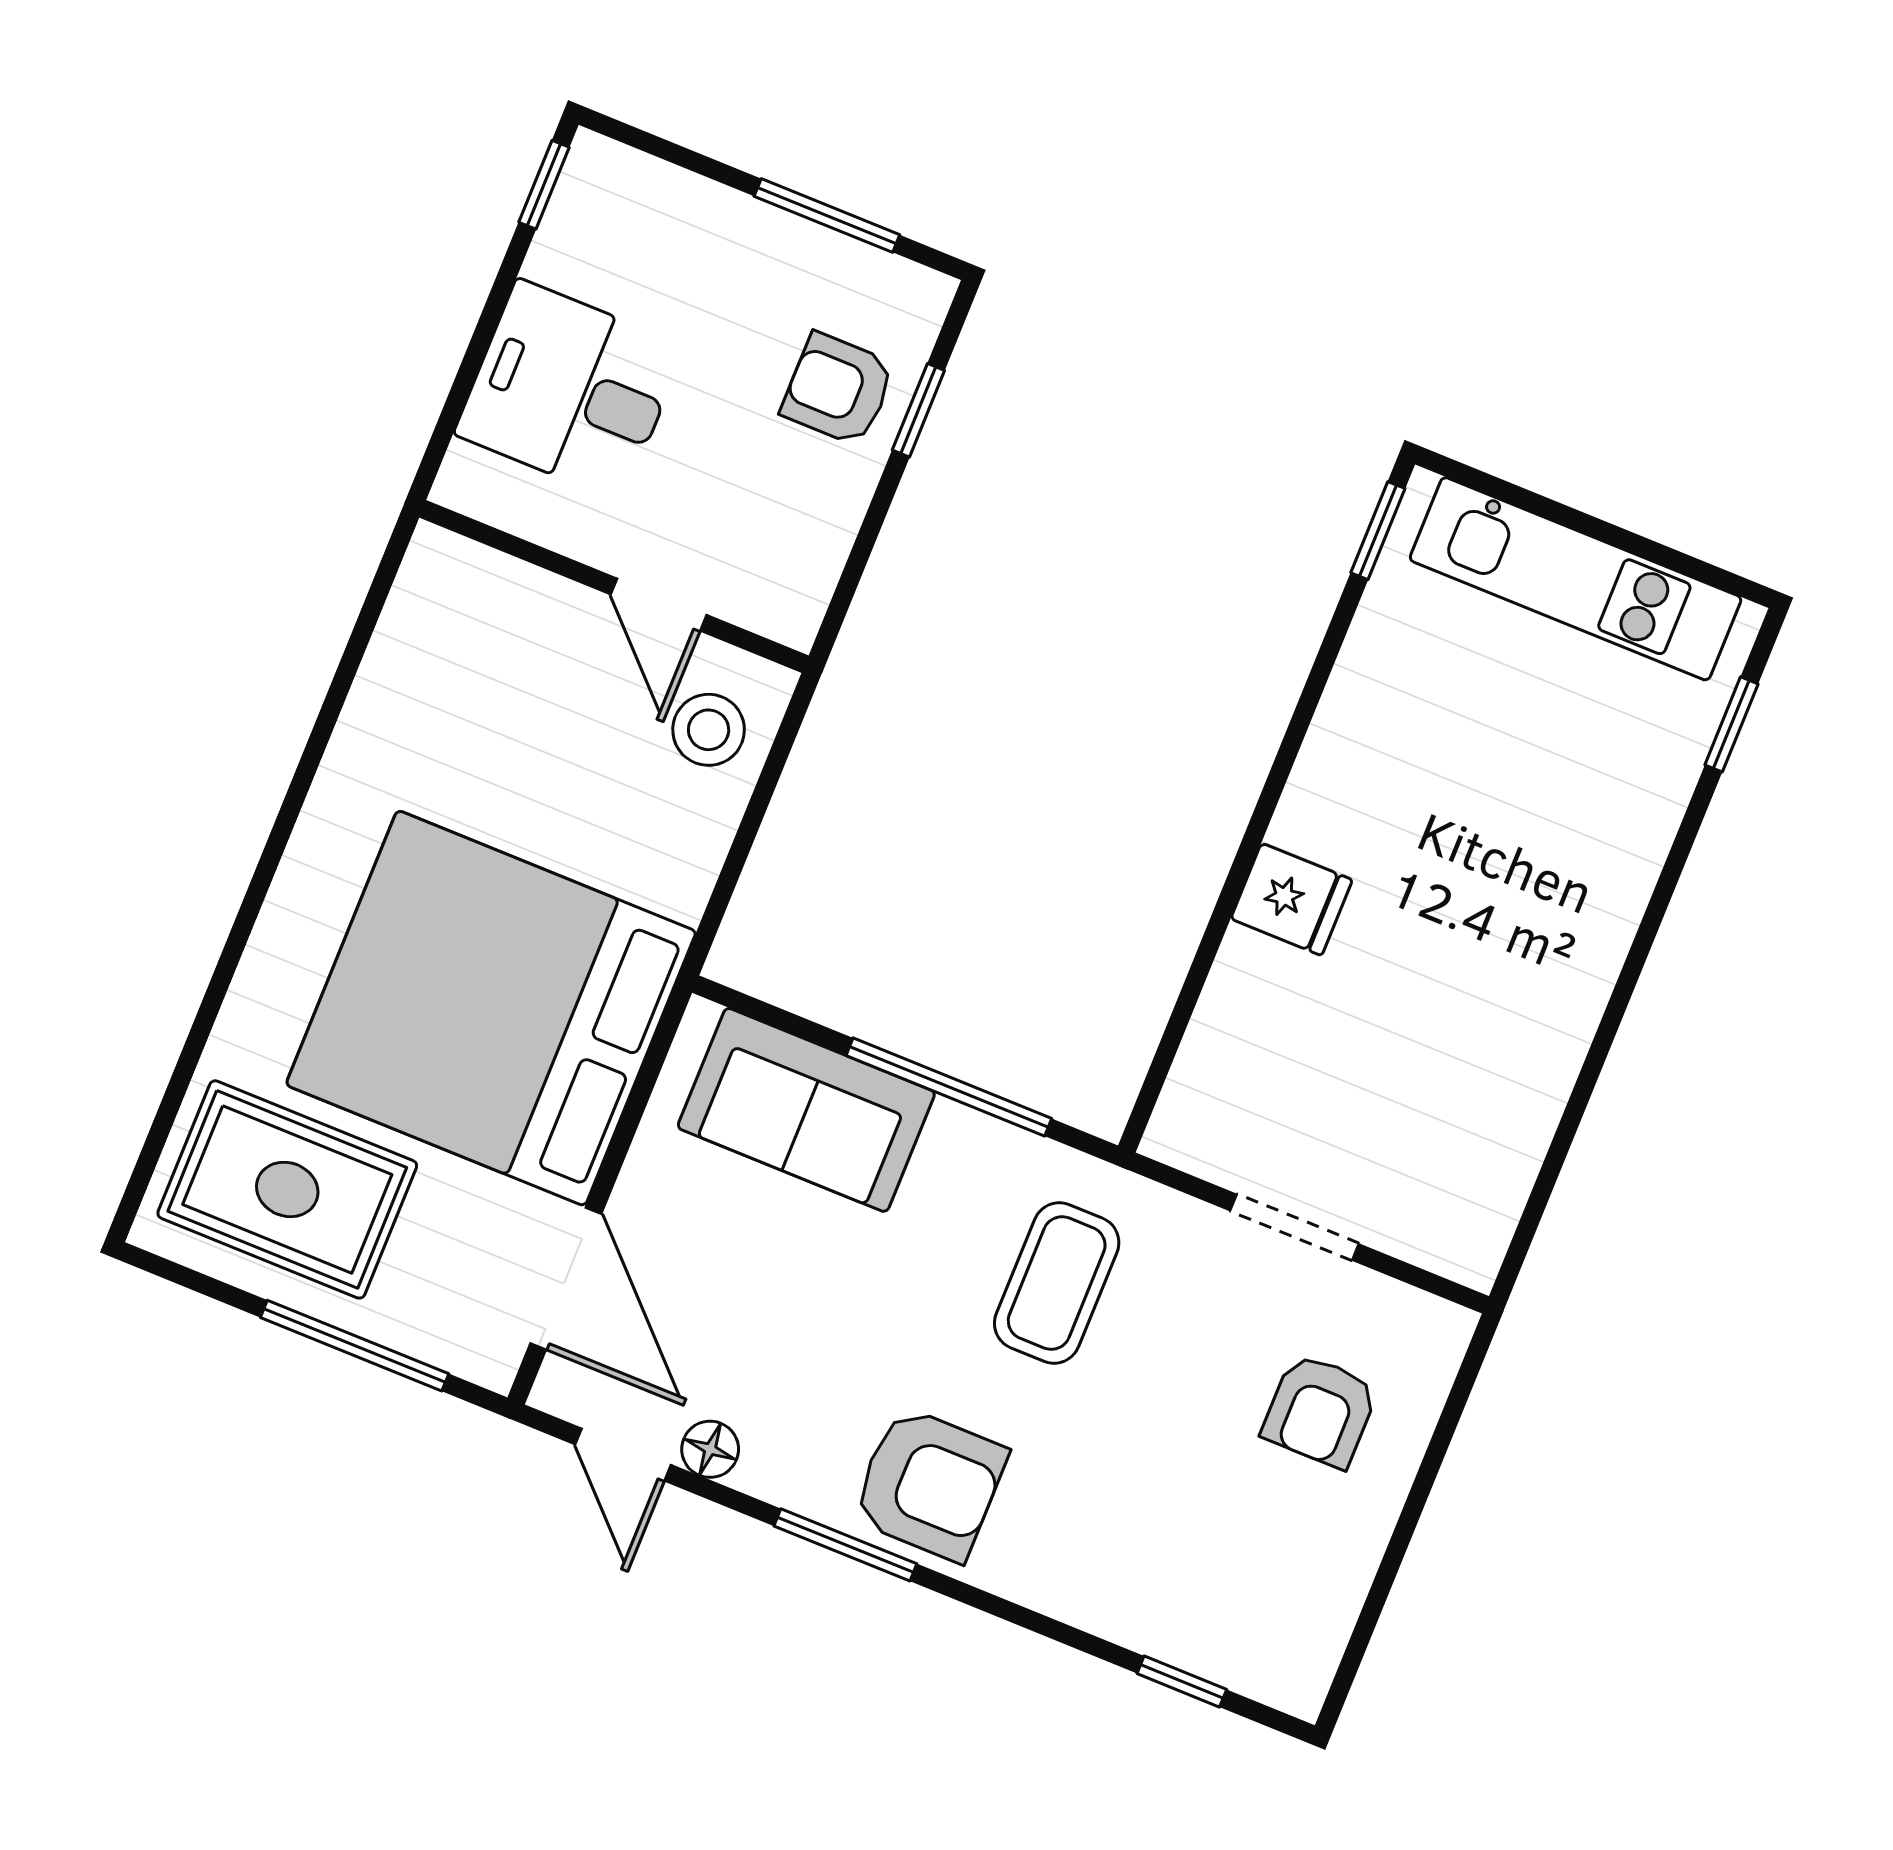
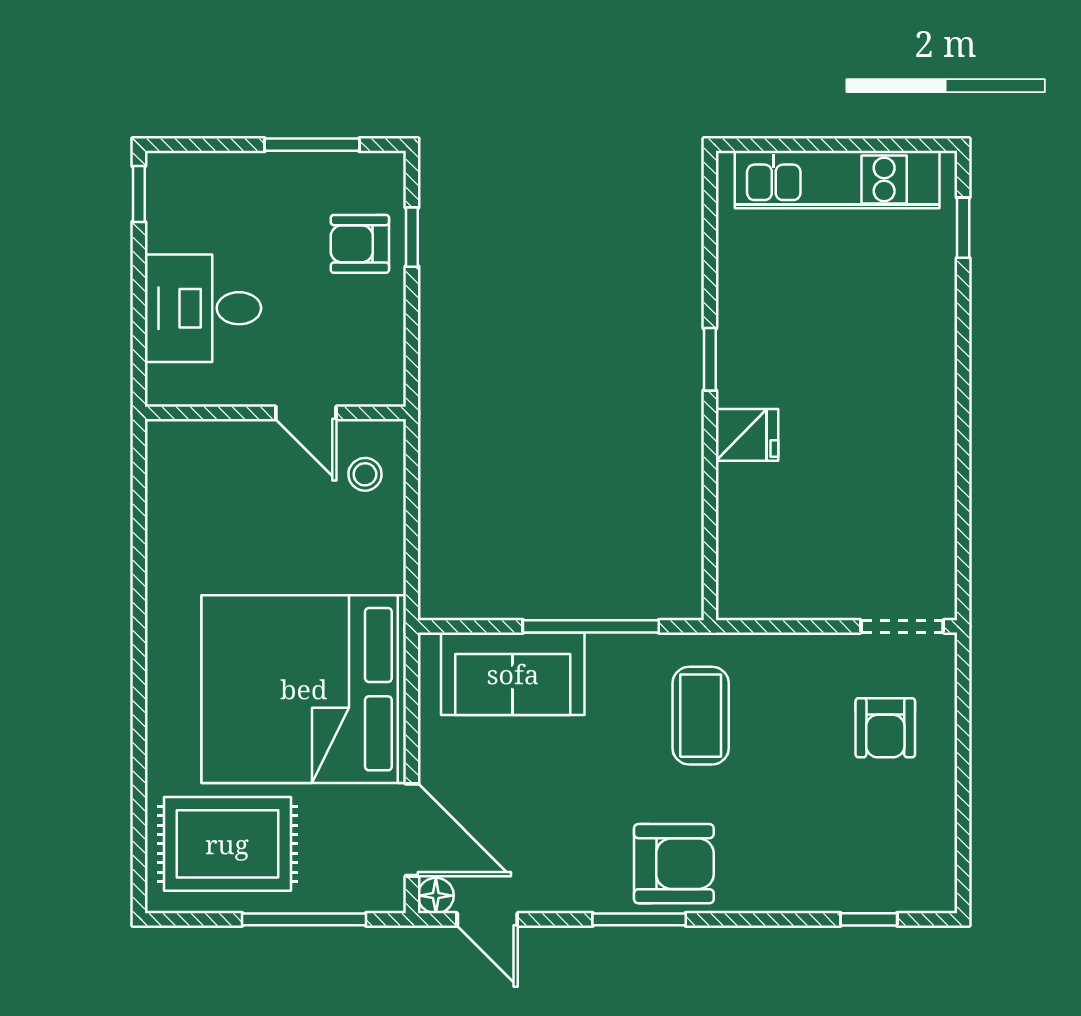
window: (1378, 531) -> (710, 359), moved
stool: (709, 730) -> (365, 474), width x0.73, depth x0.73
doorway: (1294, 1227) -> (902, 626), moved
floor lamp: (710, 1449) -> (436, 896), moved

